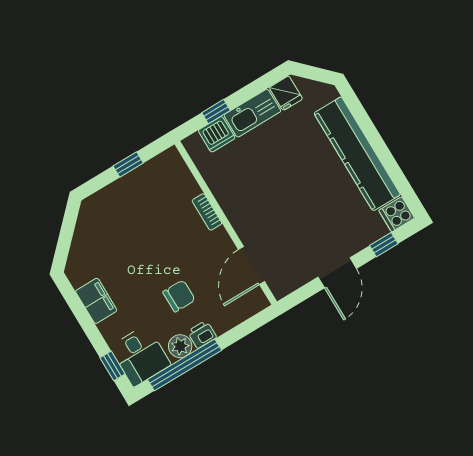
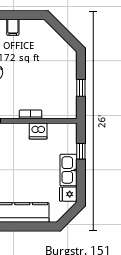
dishwasher: (217, 134) -> (38, 131), moved, turned -90
filing cabinet: (96, 301) -> (13, 27), width x0.50

